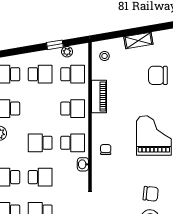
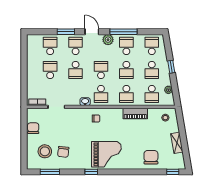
window: (55, 45) -> (171, 67), moved
school desk: (40, 109) -> (126, 70), added

